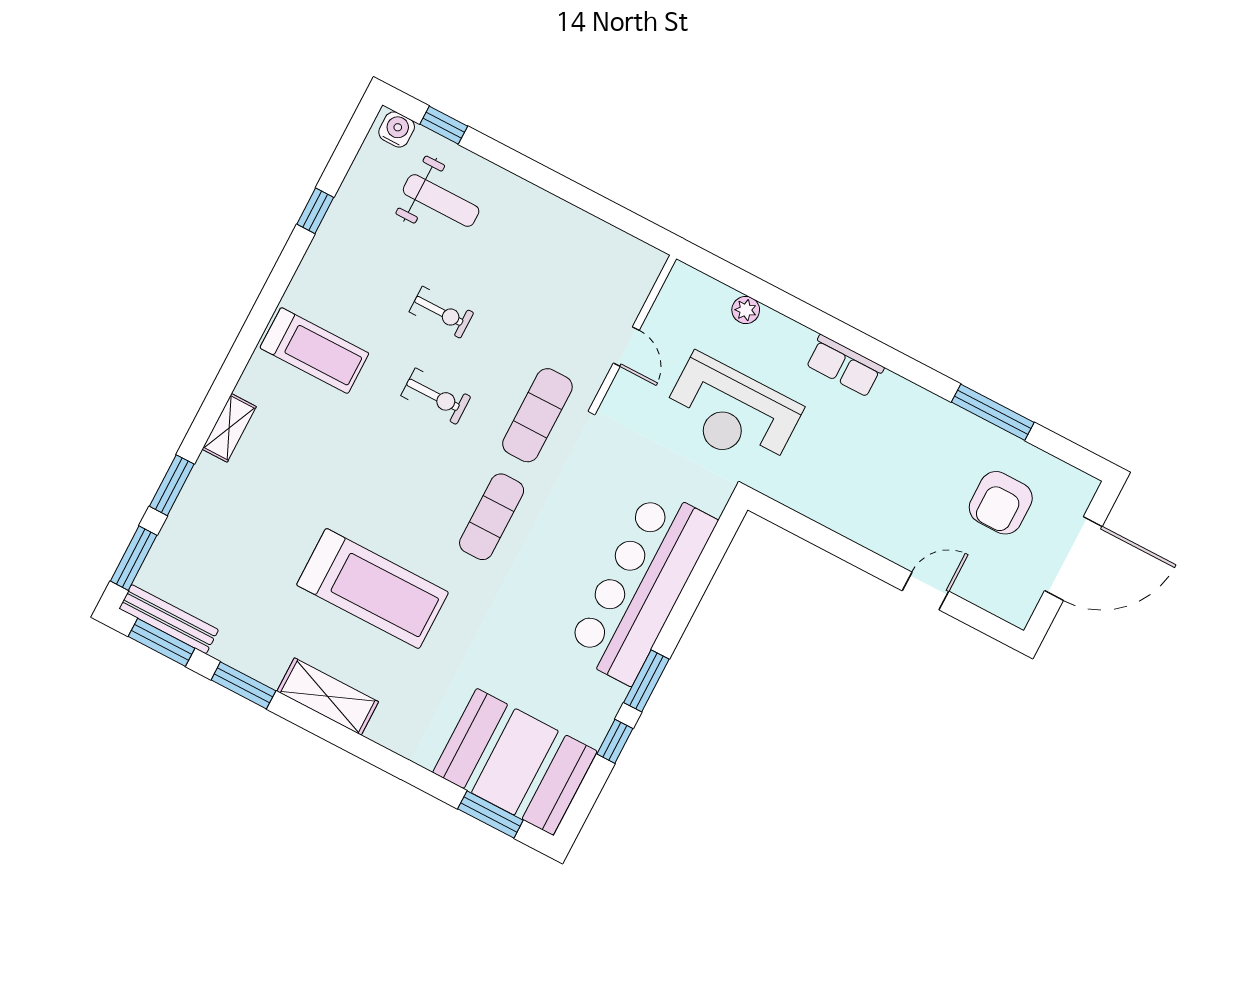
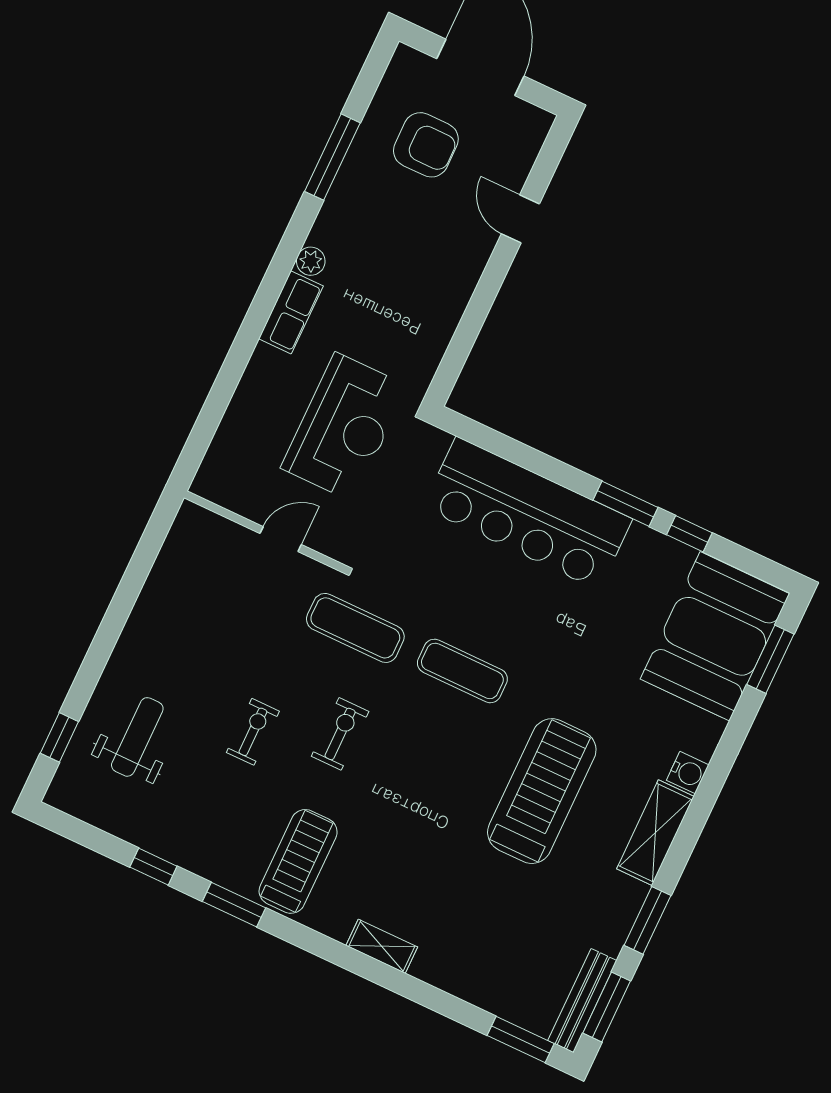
water cooler: (397, 129) -> (688, 773), moved, turned 180
plant: (746, 310) -> (311, 261), moved
window: (172, 485) -> (234, 905), moved

